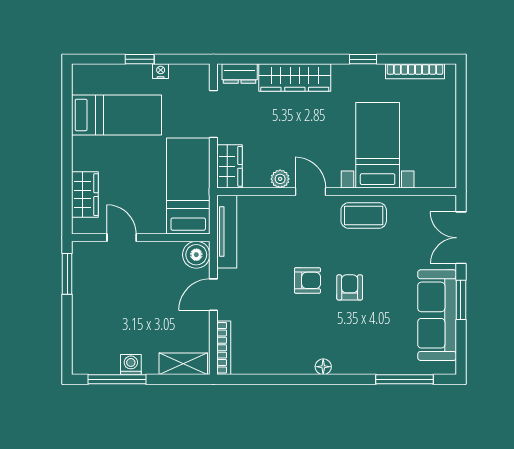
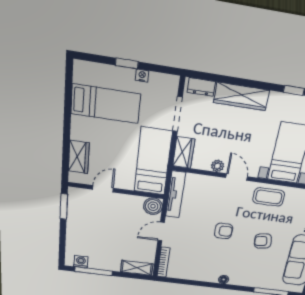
door: (122, 238) -> (103, 189), hinge flipped
armchair: (350, 287) -> (263, 241), moved, turned -99
washing machine: (131, 364) -> (81, 262), moved

